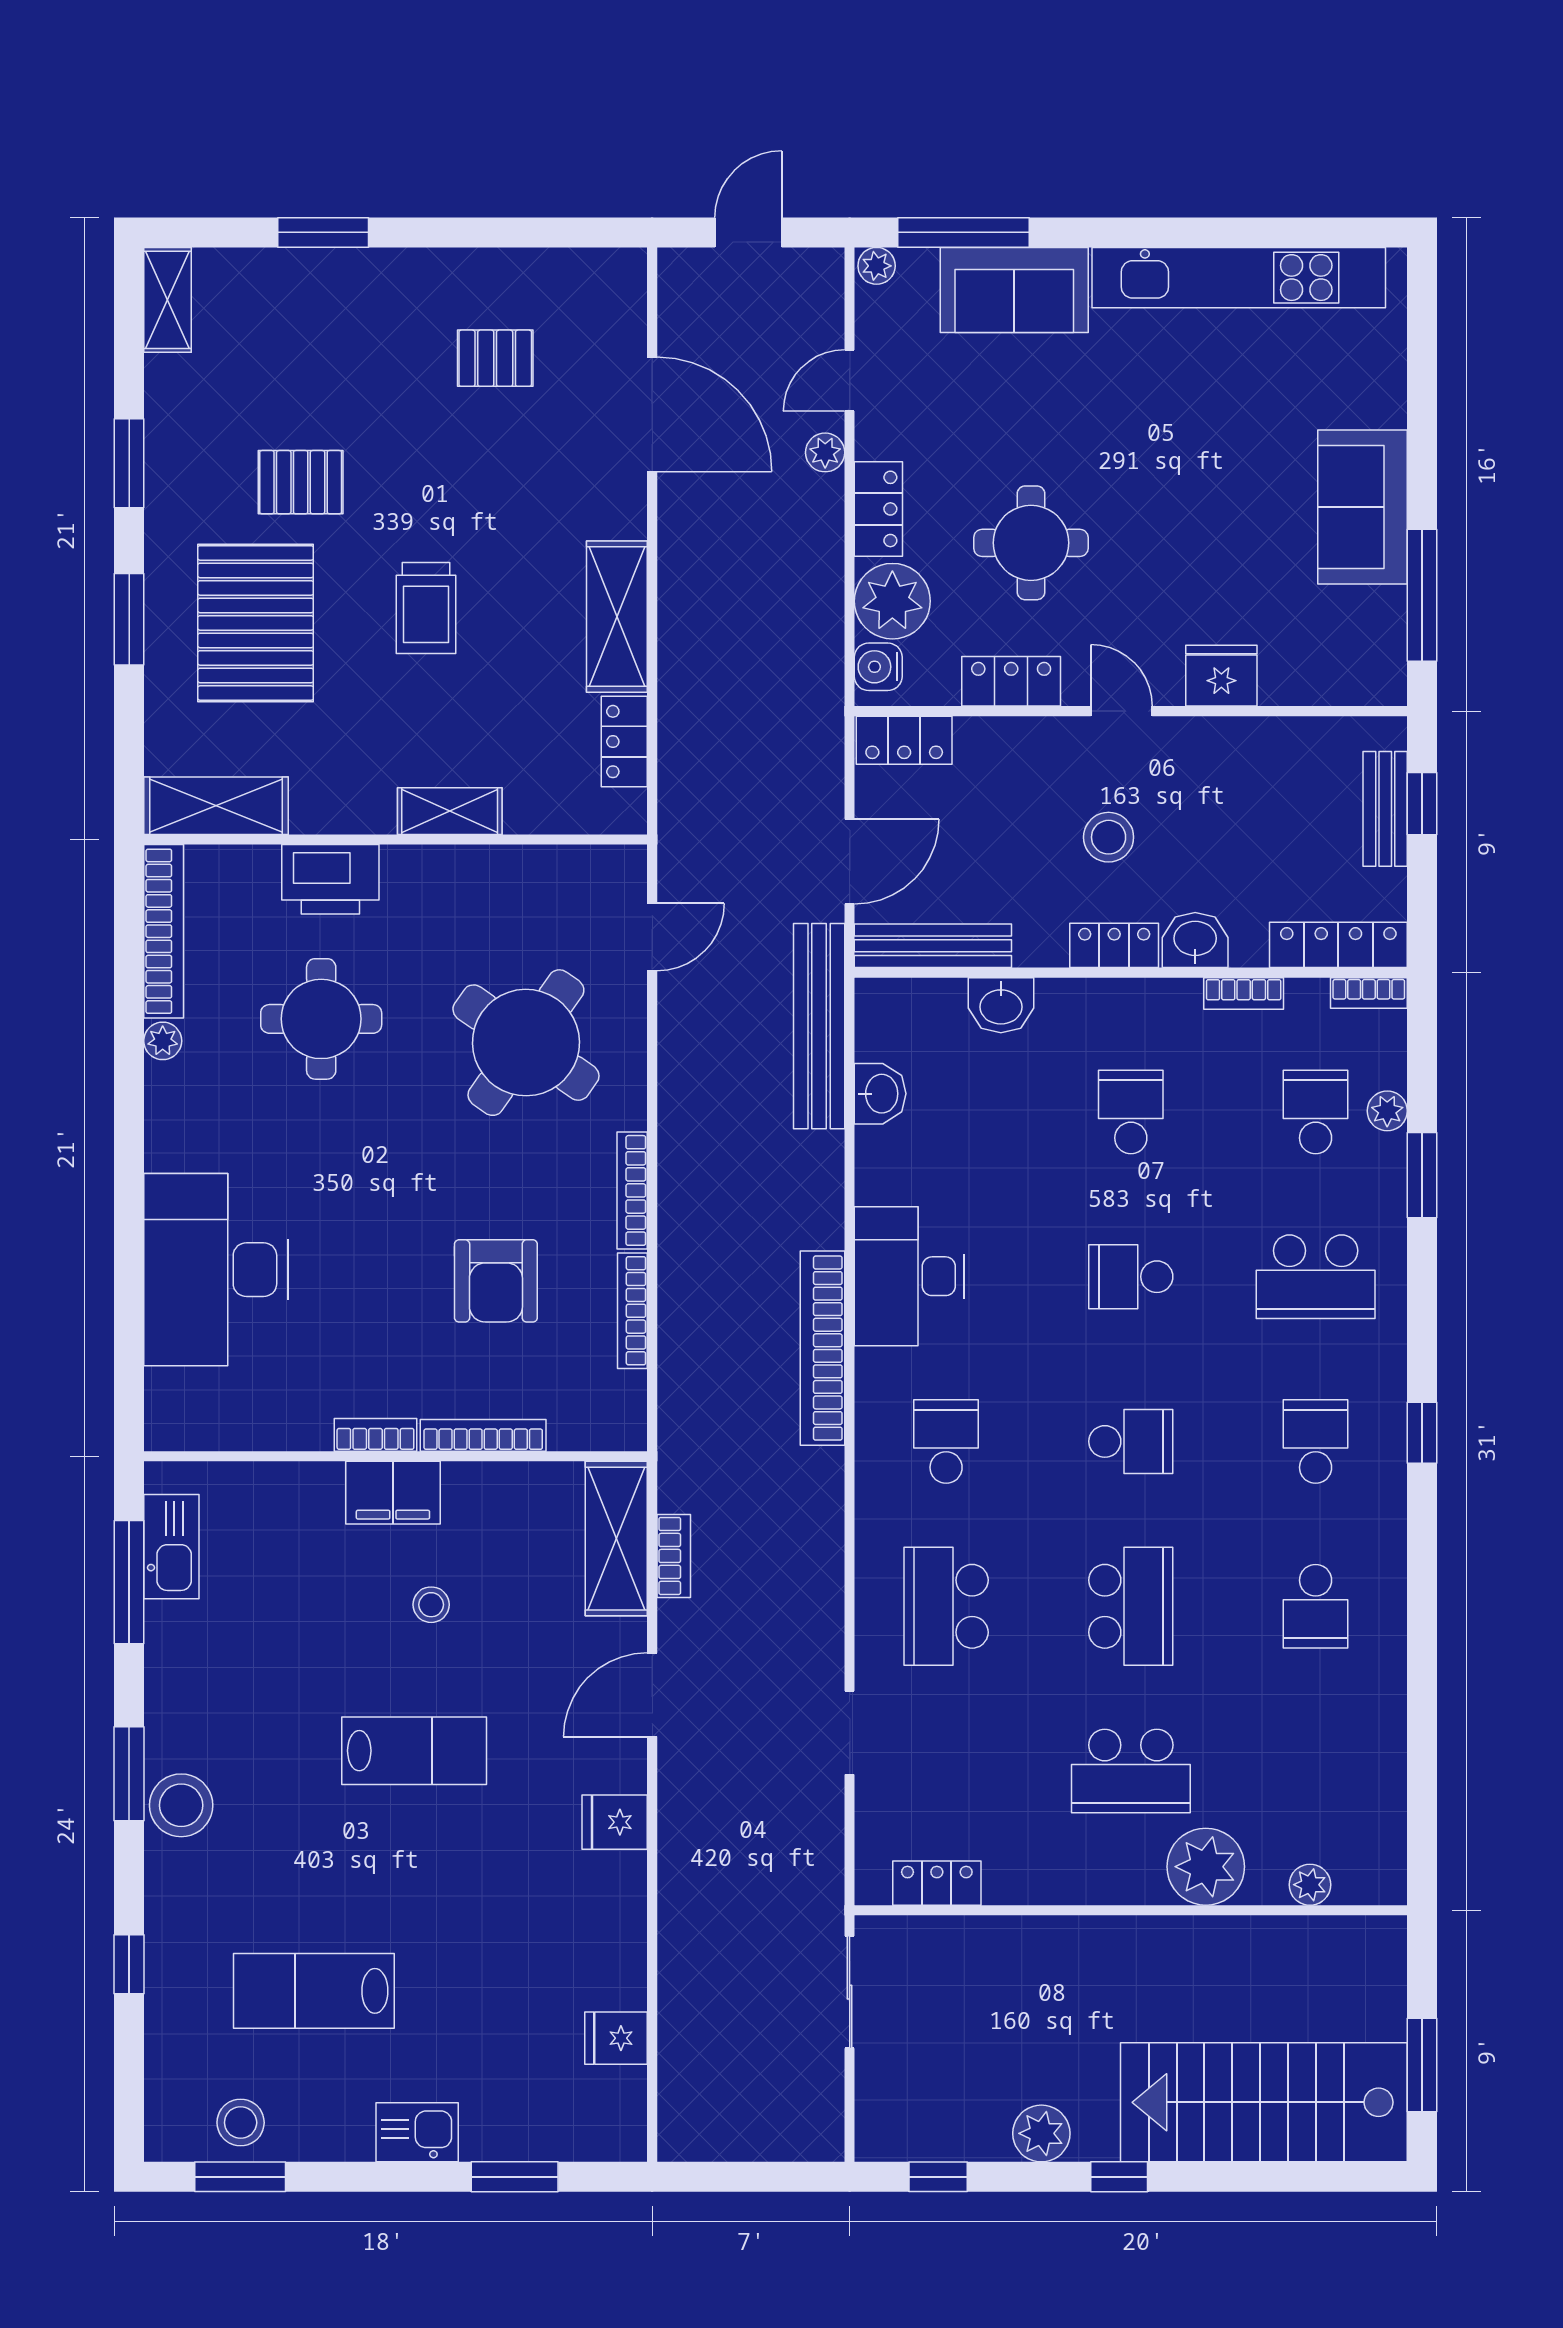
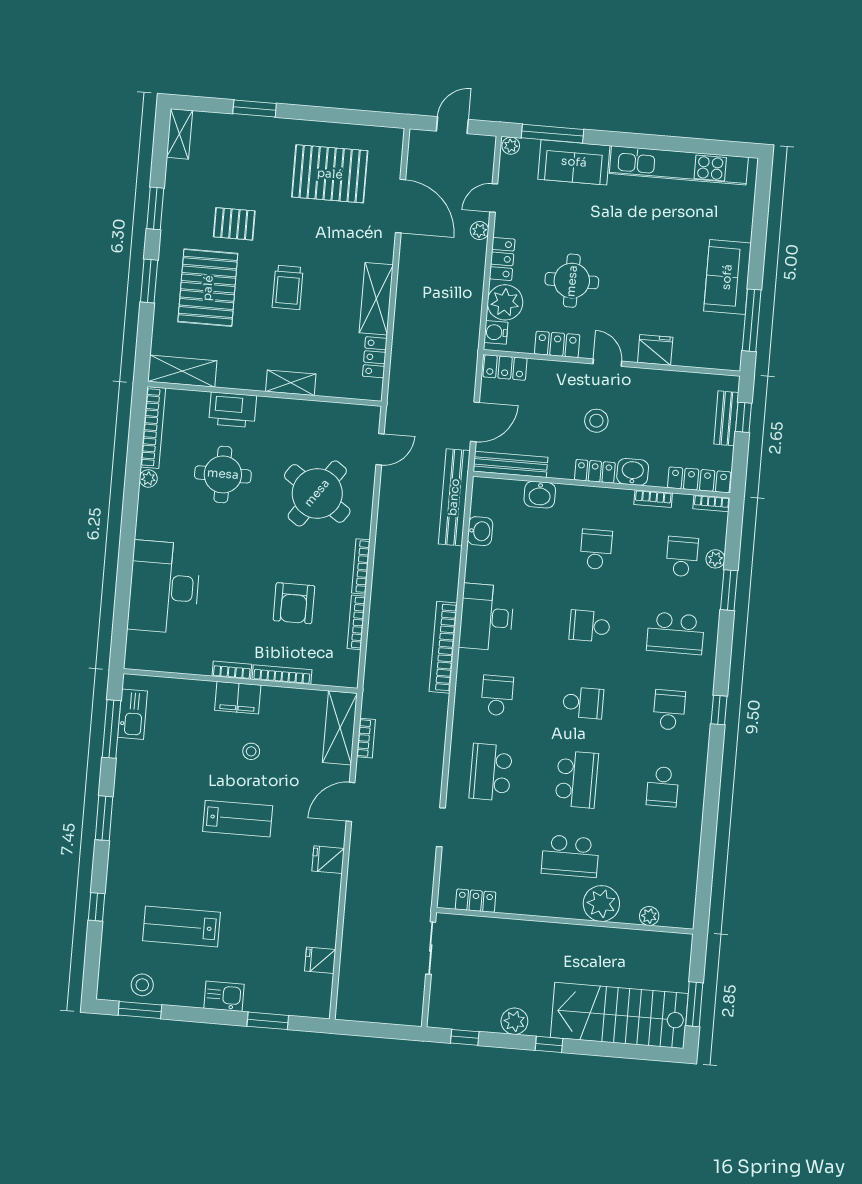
pallet: (495, 358) -> (330, 174), width x2.05, depth x2.00
stool: (181, 1805) -> (127, 835), removed

